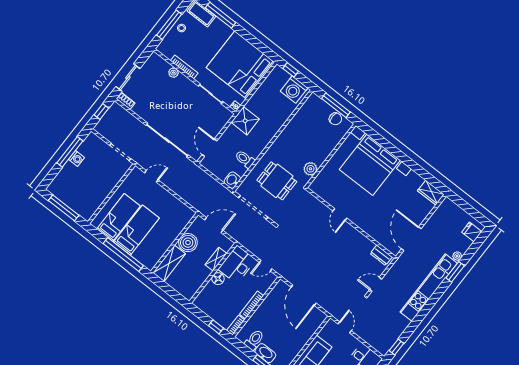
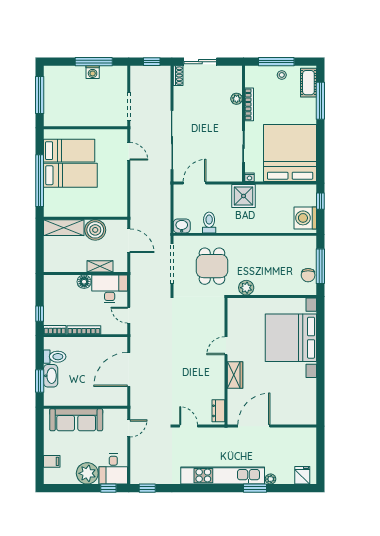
wardrobe: (431, 193) -> (235, 375), moved, turned 180

